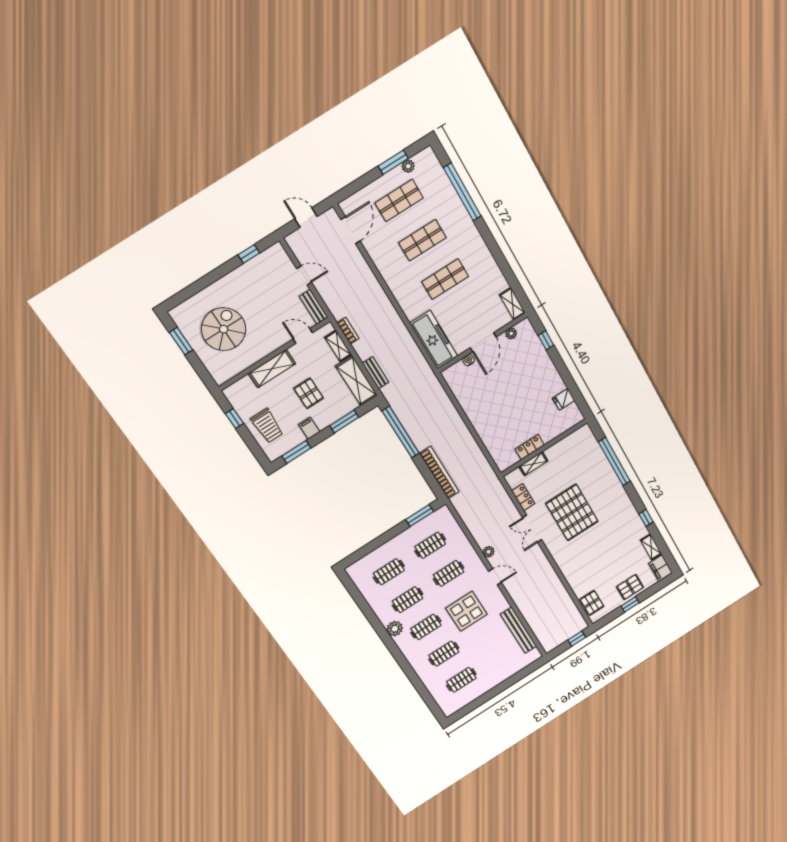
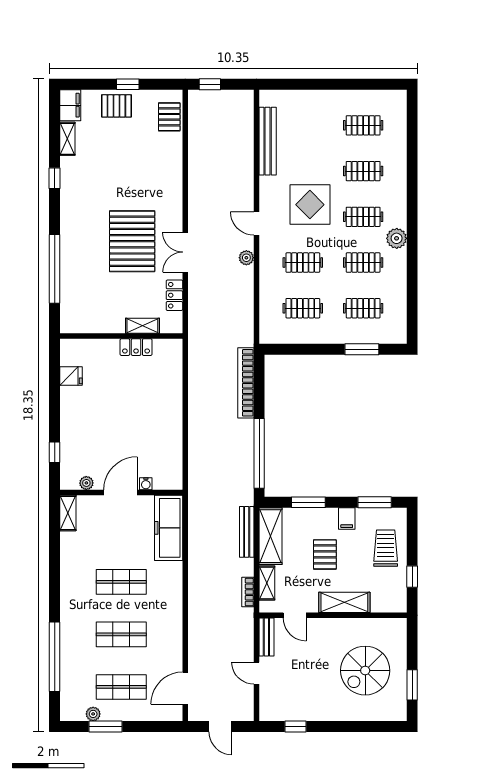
bench: (376, 373) -> (247, 532), width x1.36
window: (420, 516) -> (362, 349), moved
double door: (532, 529) -> (185, 252), swing flipped

